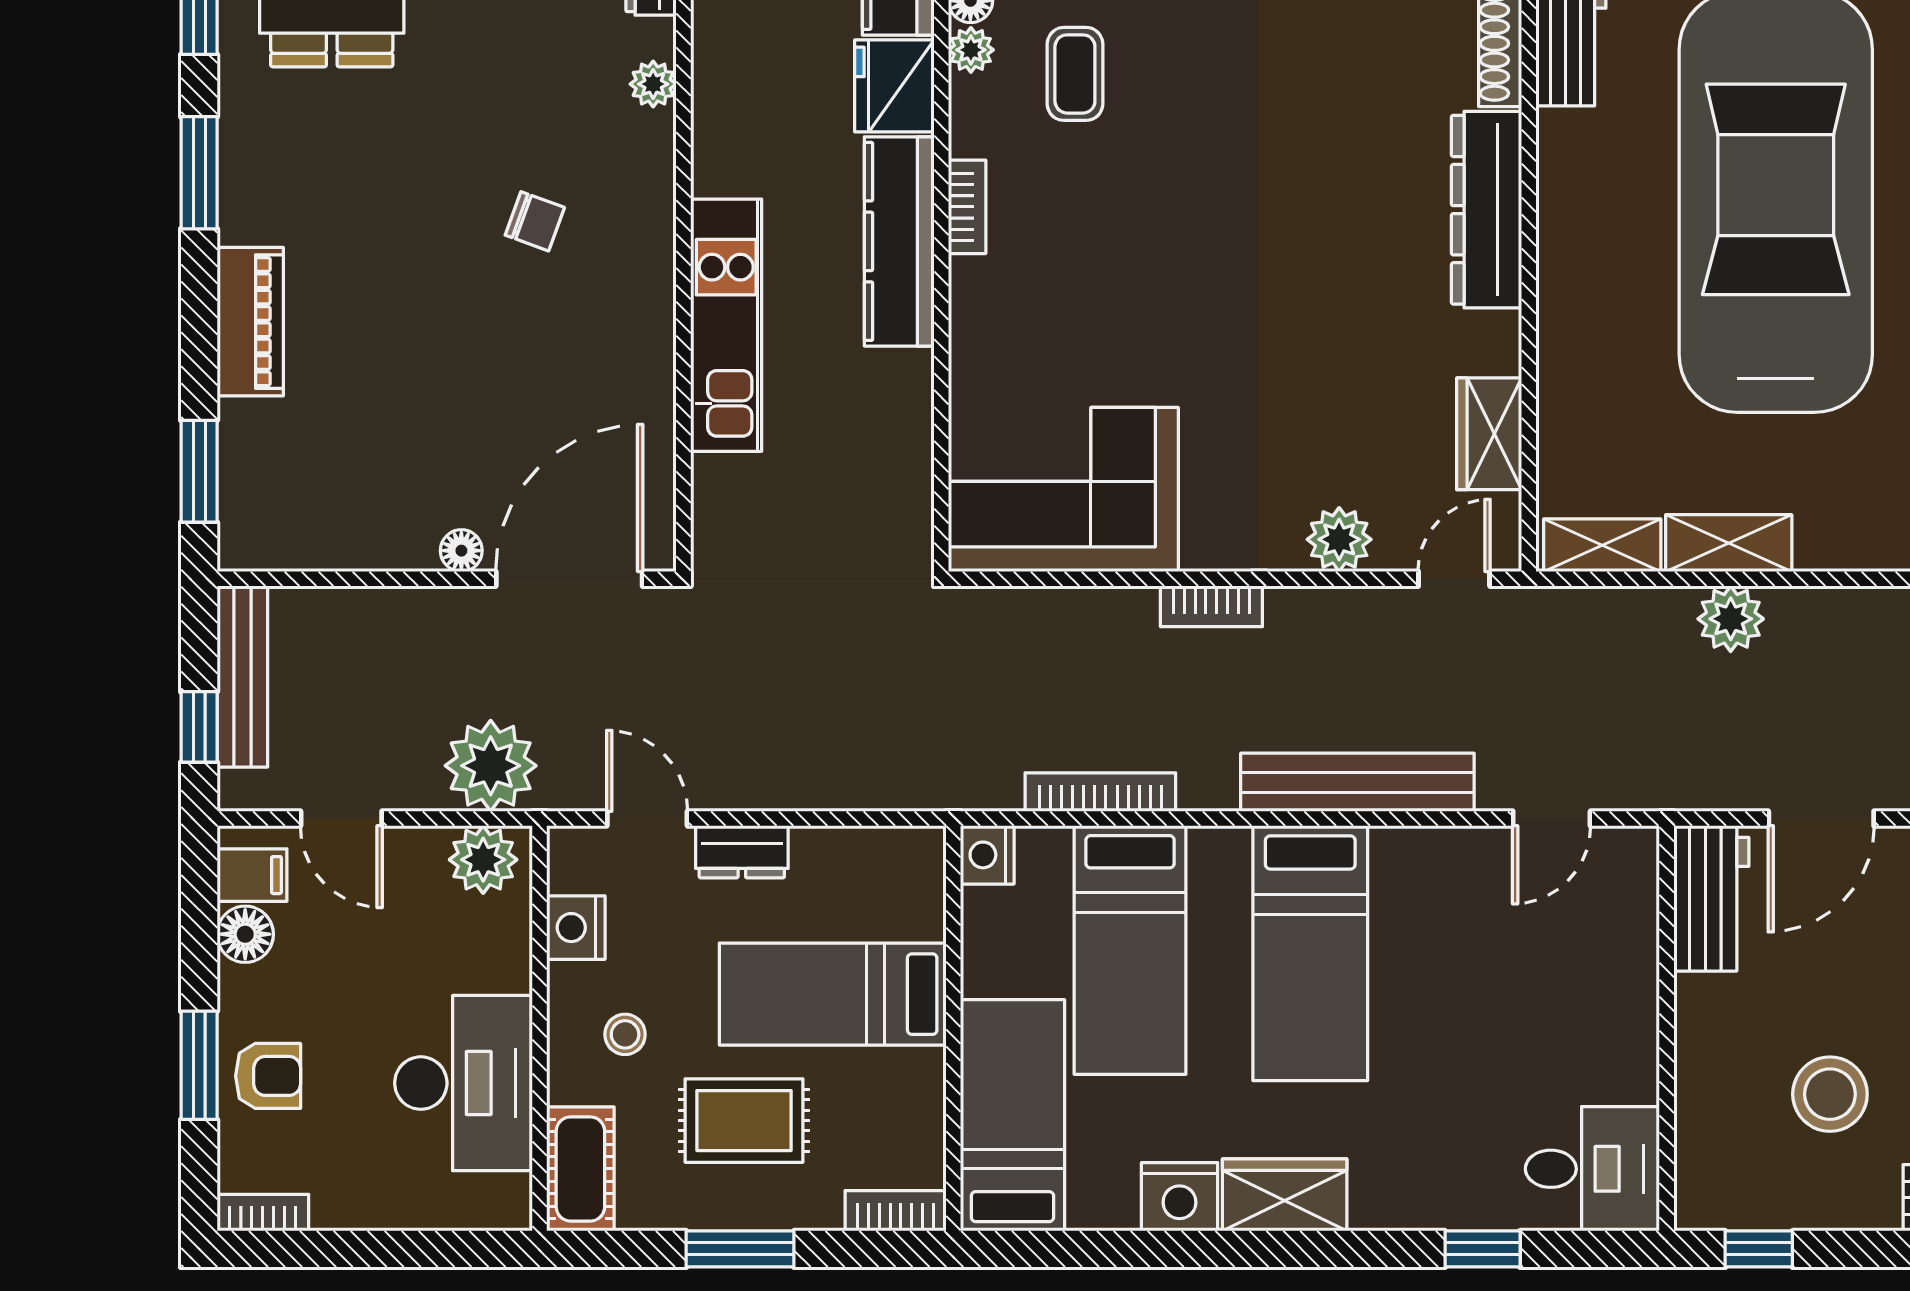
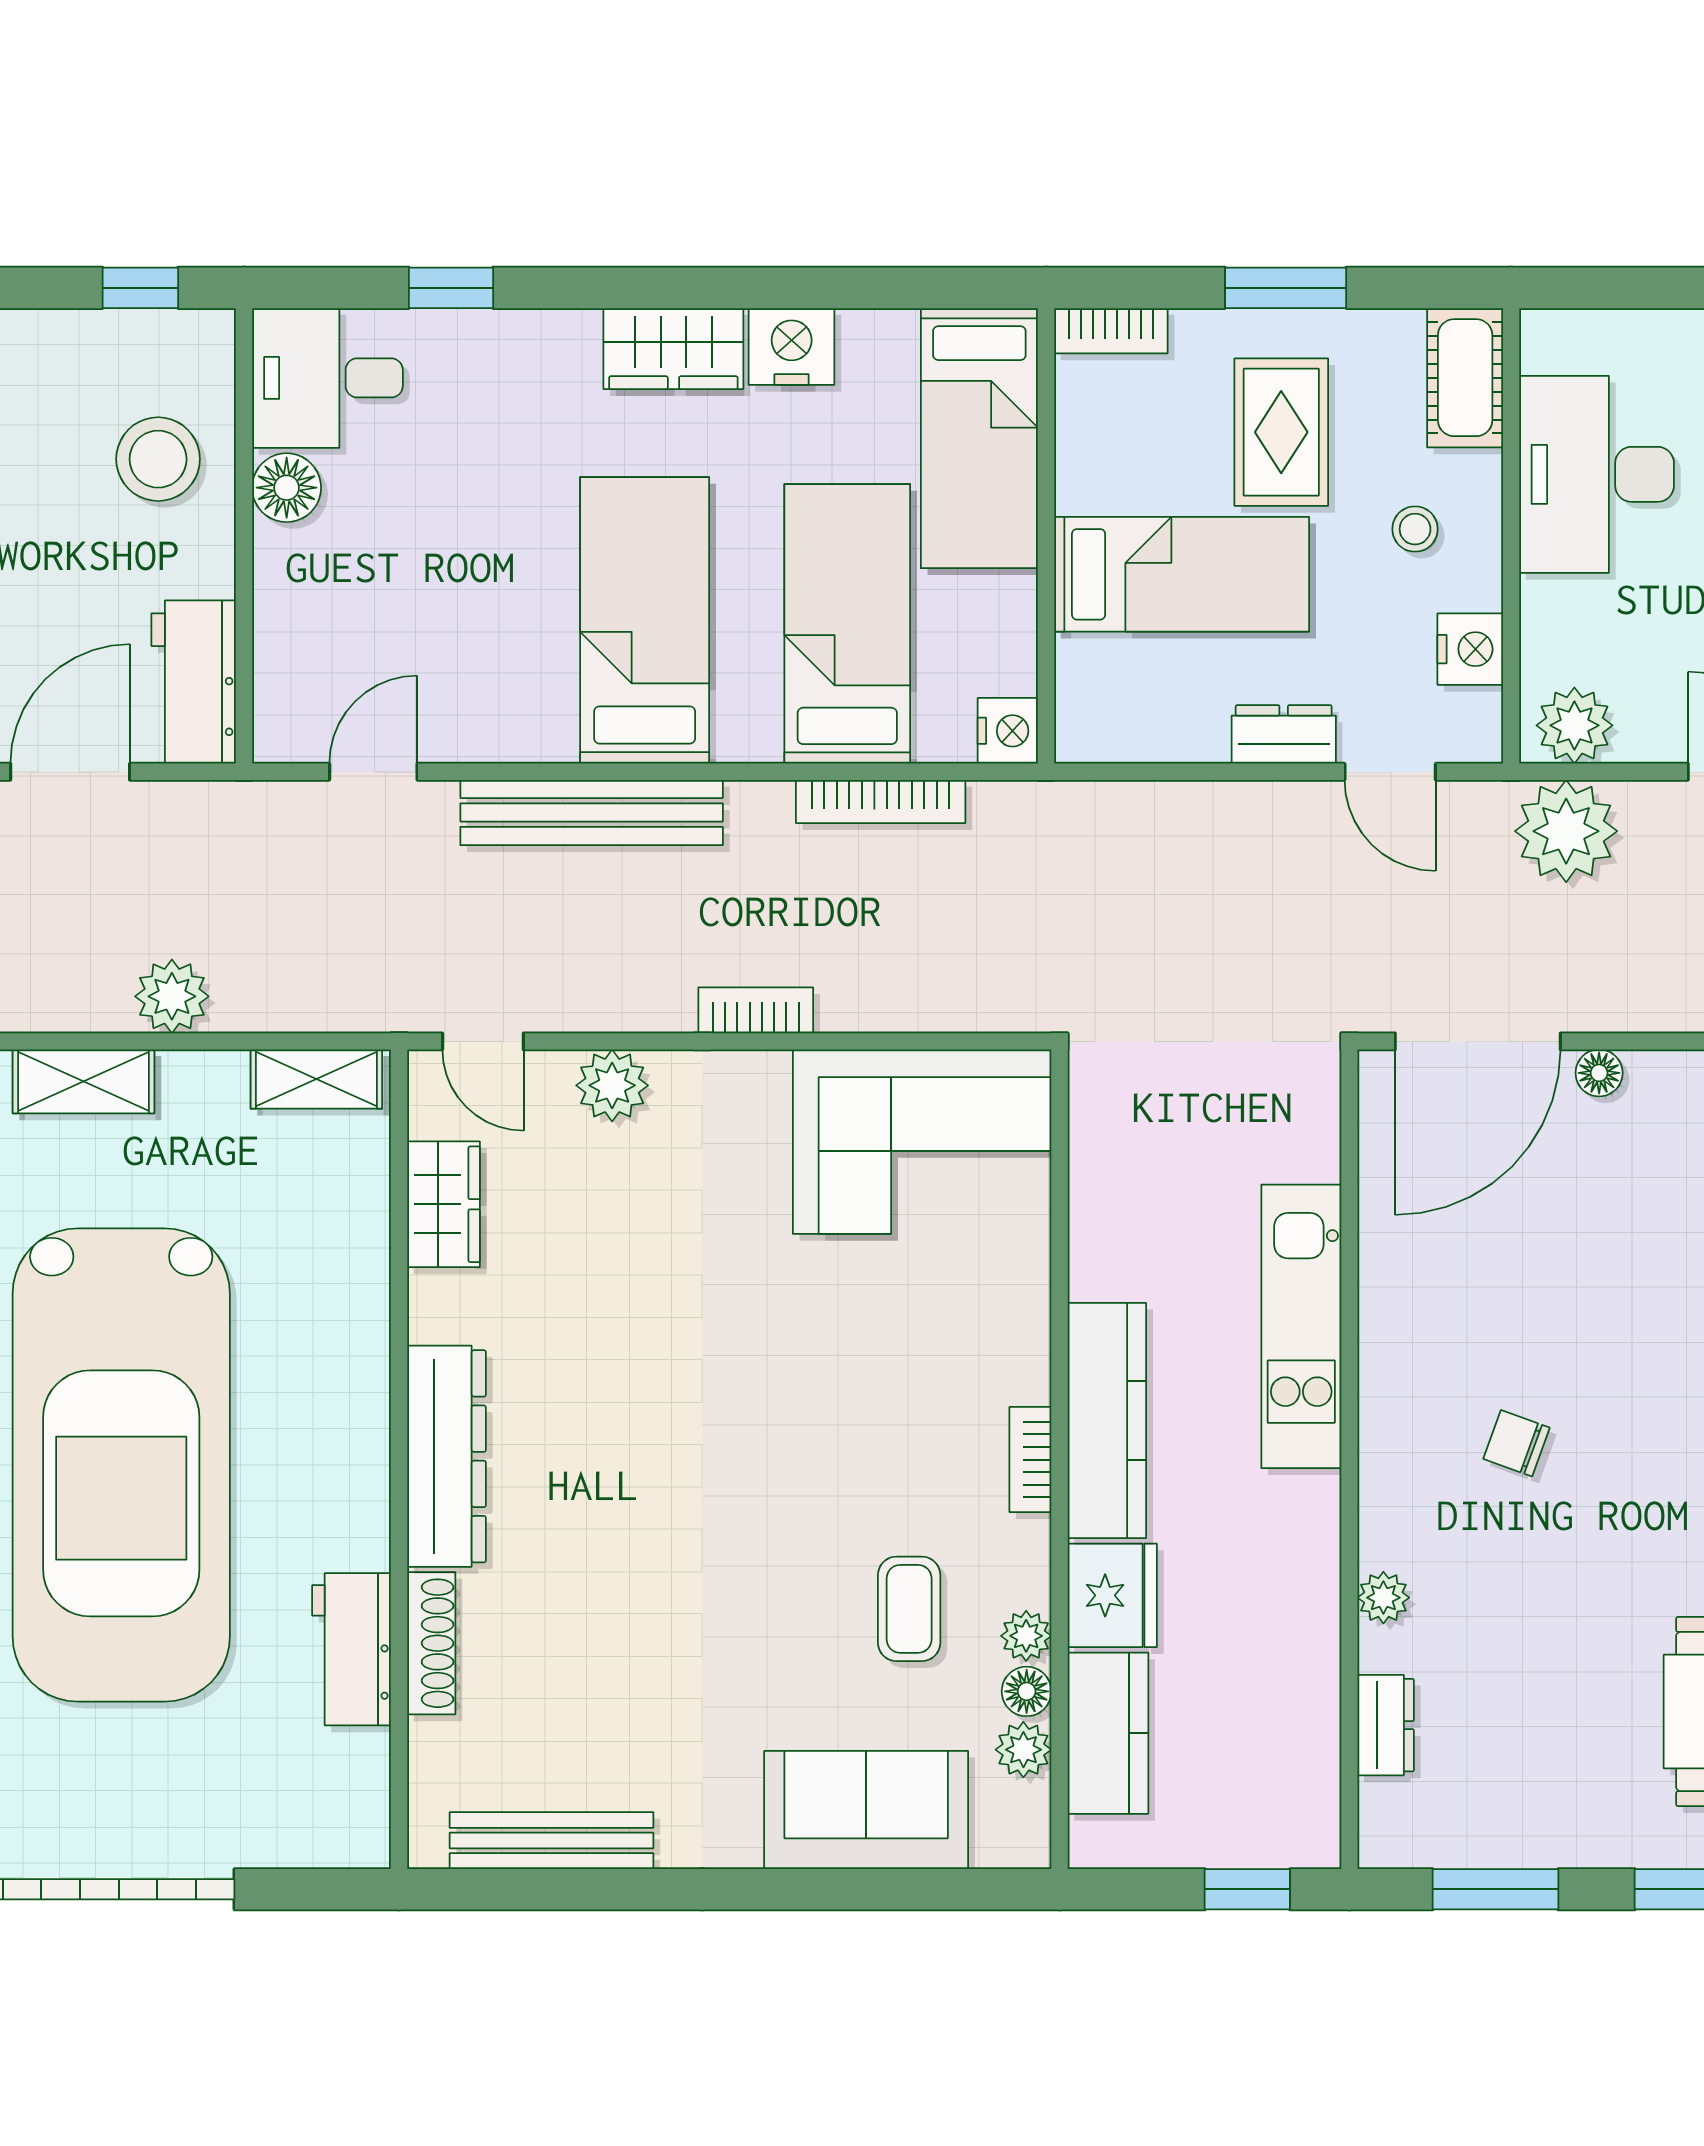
shelving: (1729, 543) -> (83, 1081), moved
door: (1454, 579) -> (483, 1041), hinge flipped
floor lamp: (1629, 1071) -> (287, 488), added
stool: (1830, 1094) -> (158, 459), moved
rug: (744, 1121) -> (1281, 432), turned 90

